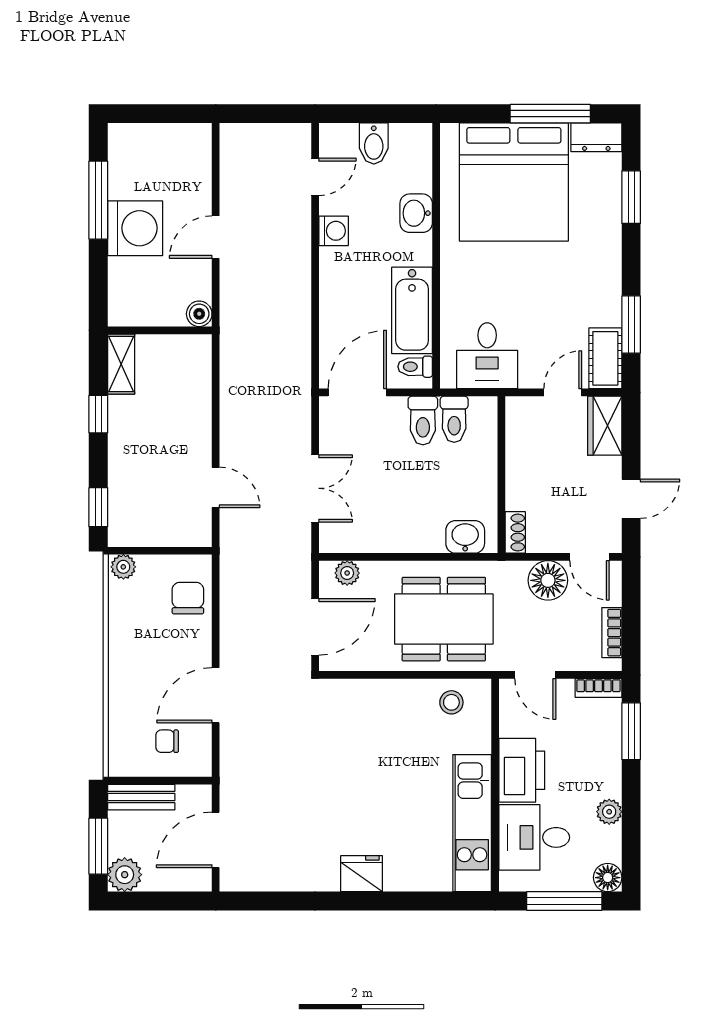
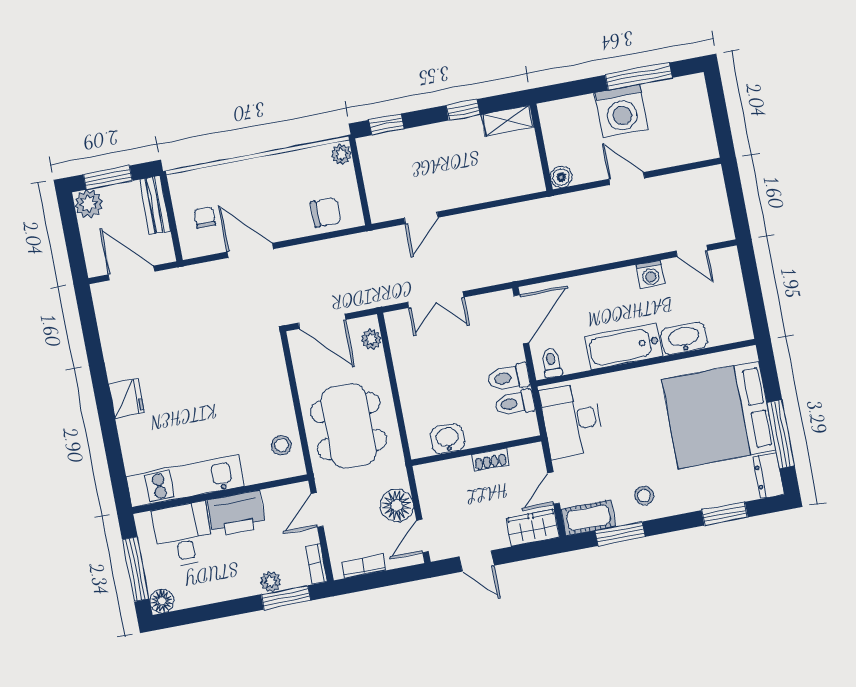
bidet: (374, 144) -> (728, 294), removed
washbasin: (416, 213) -> (684, 338), width x1.38
stool: (592, 288) -> (644, 495), added
bathtub: (412, 310) -> (624, 346), moved
desk: (487, 356) -> (572, 420), width x1.37
door: (357, 392) -> (521, 319), hinge flipped
door: (563, 392) -> (554, 488), swing flipped
shoe rack: (515, 532) -> (490, 460), moved
washbasin: (465, 537) -> (447, 439), moved, turned -90
plant: (609, 812) -> (271, 582), moved

